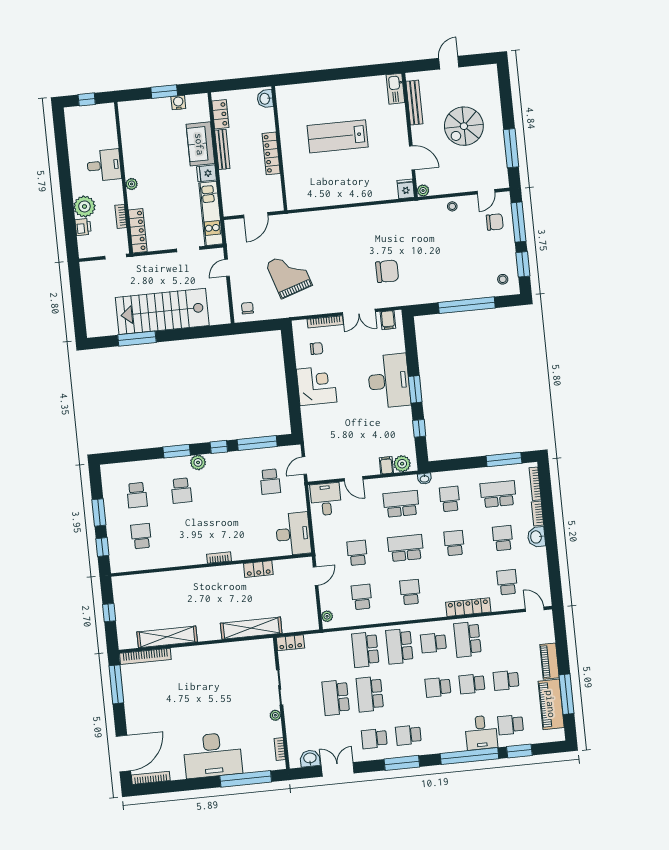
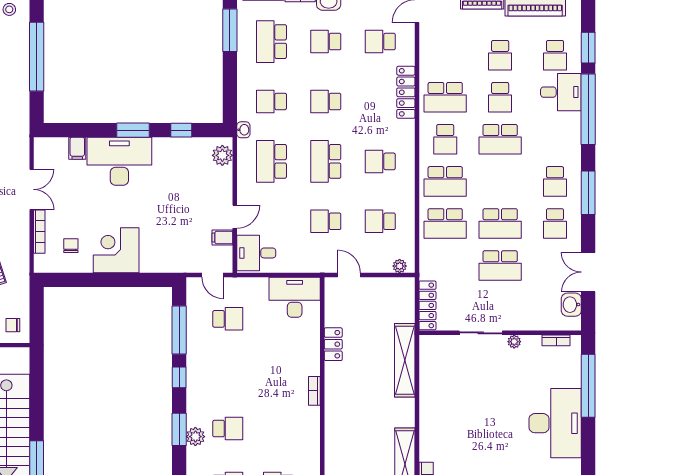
filing cabinet: (388, 320) -> (77, 148), moved, turned 90
plant: (198, 462) -> (195, 437), moved
filing cabinet: (386, 465) -> (222, 238), moved
locker: (290, 643) -> (427, 305), width x1.53
school desk: (438, 687) -> (500, 139), width x1.85

